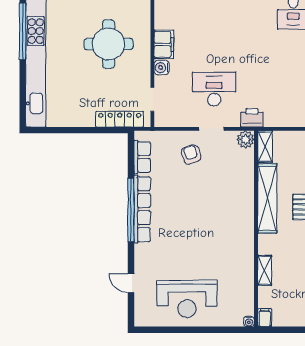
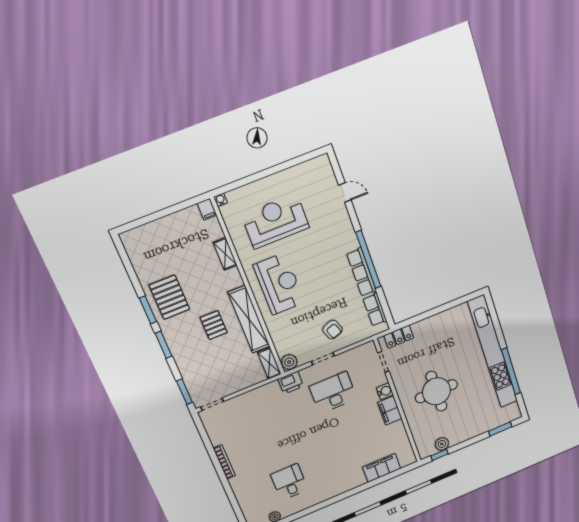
desk: (214, 89) -> (333, 393), turned 180
locker: (120, 119) -> (399, 337), width x0.66
row of seats: (142, 209) -> (362, 272), width x0.73
reception desk: (226, 221) -> (279, 284), added
reception desk: (187, 299) -> (276, 221), moved

